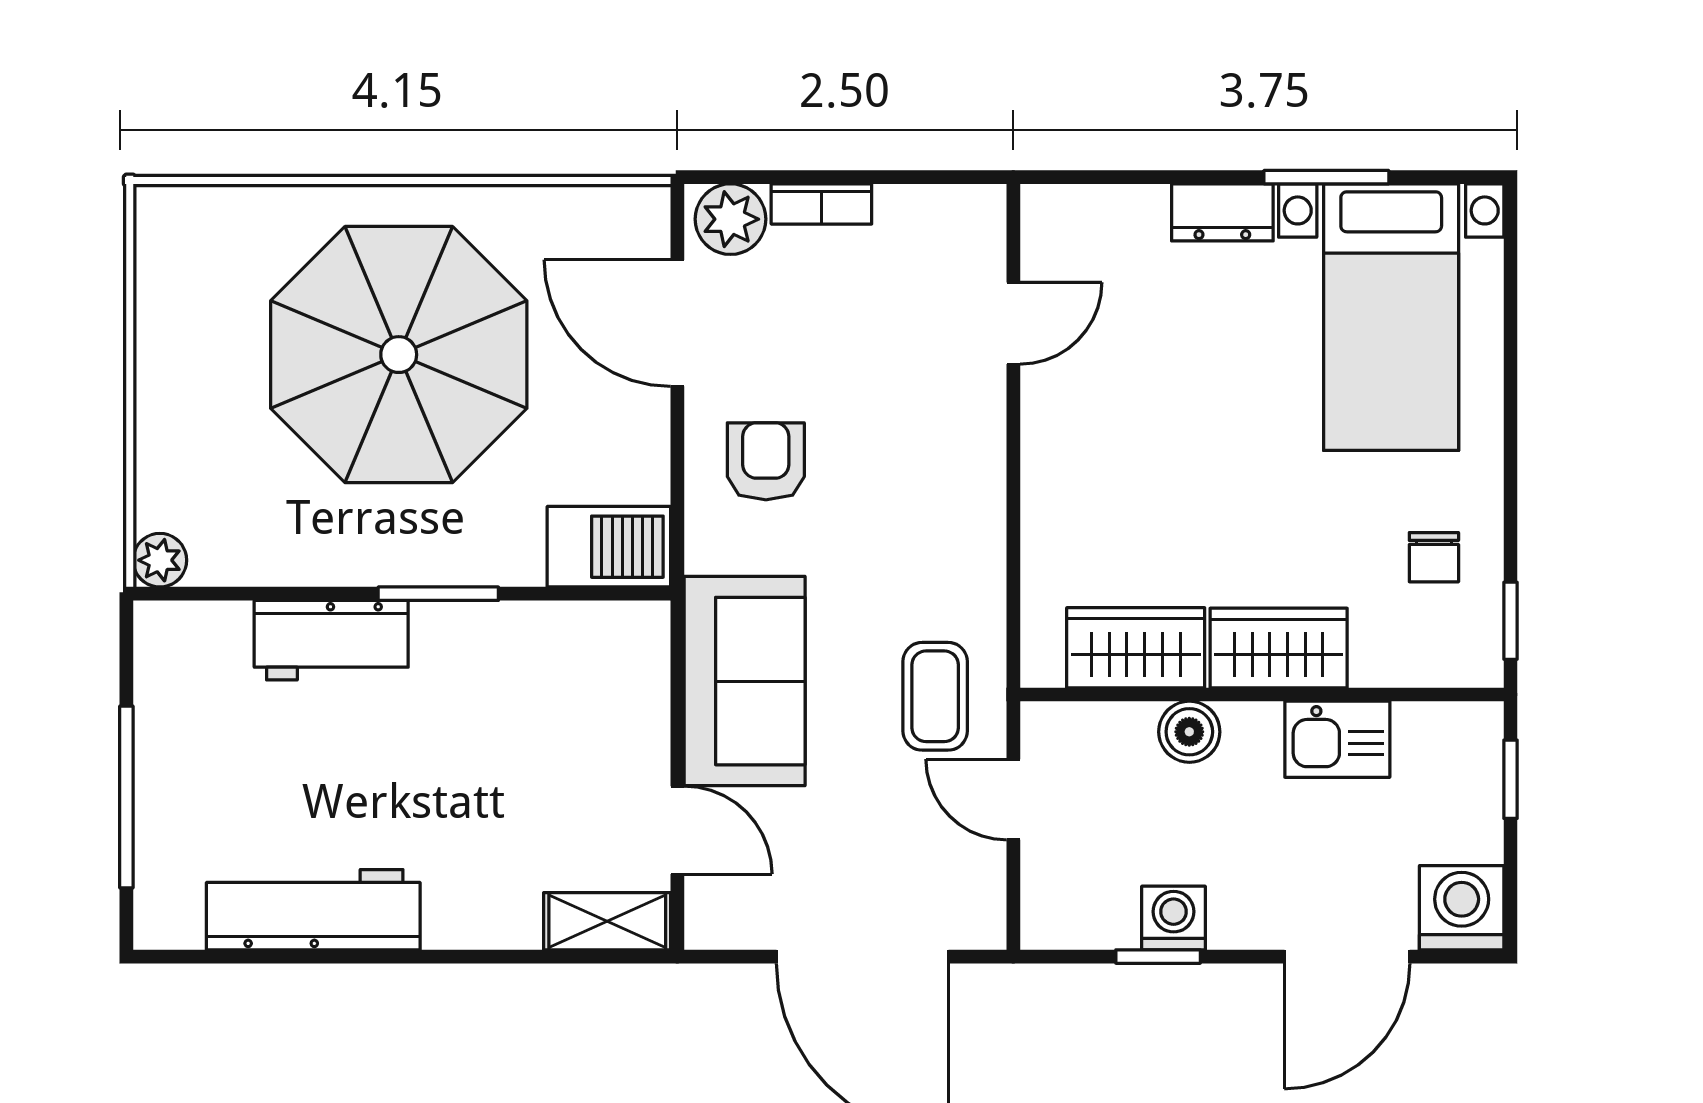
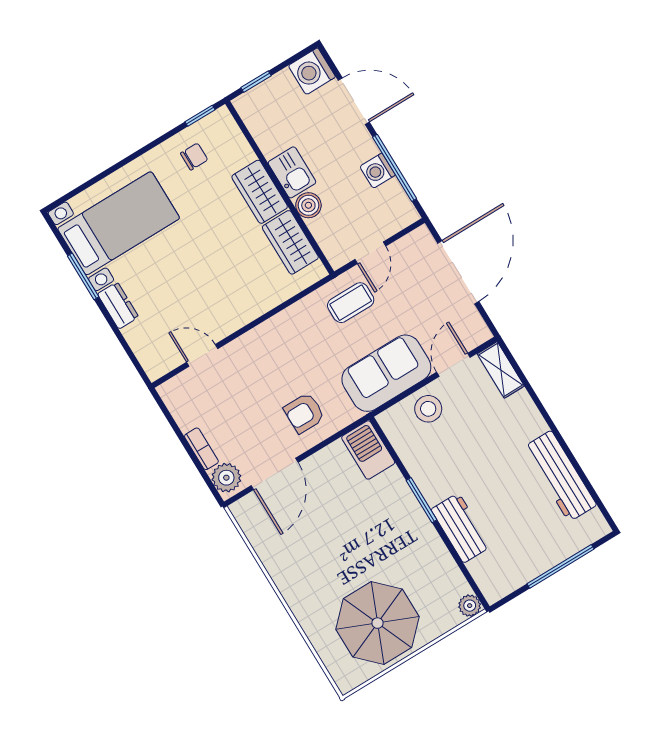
parasol: (399, 355) -> (377, 623), moved, width x0.73, depth x0.73
stool: (618, 722) -> (428, 409), added
kitchen sink: (1337, 739) -> (292, 172), moved
window: (1158, 957) -> (395, 168), width x2.17

